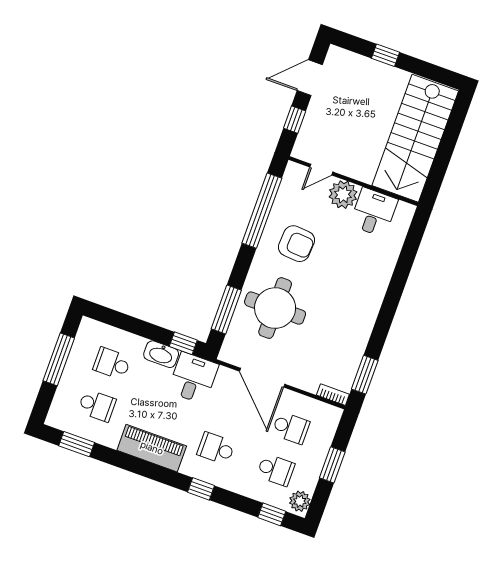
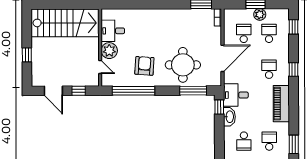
school desk: (216, 448) -> (269, 69), turned 180
plant: (300, 501) -> (260, 14), moved

